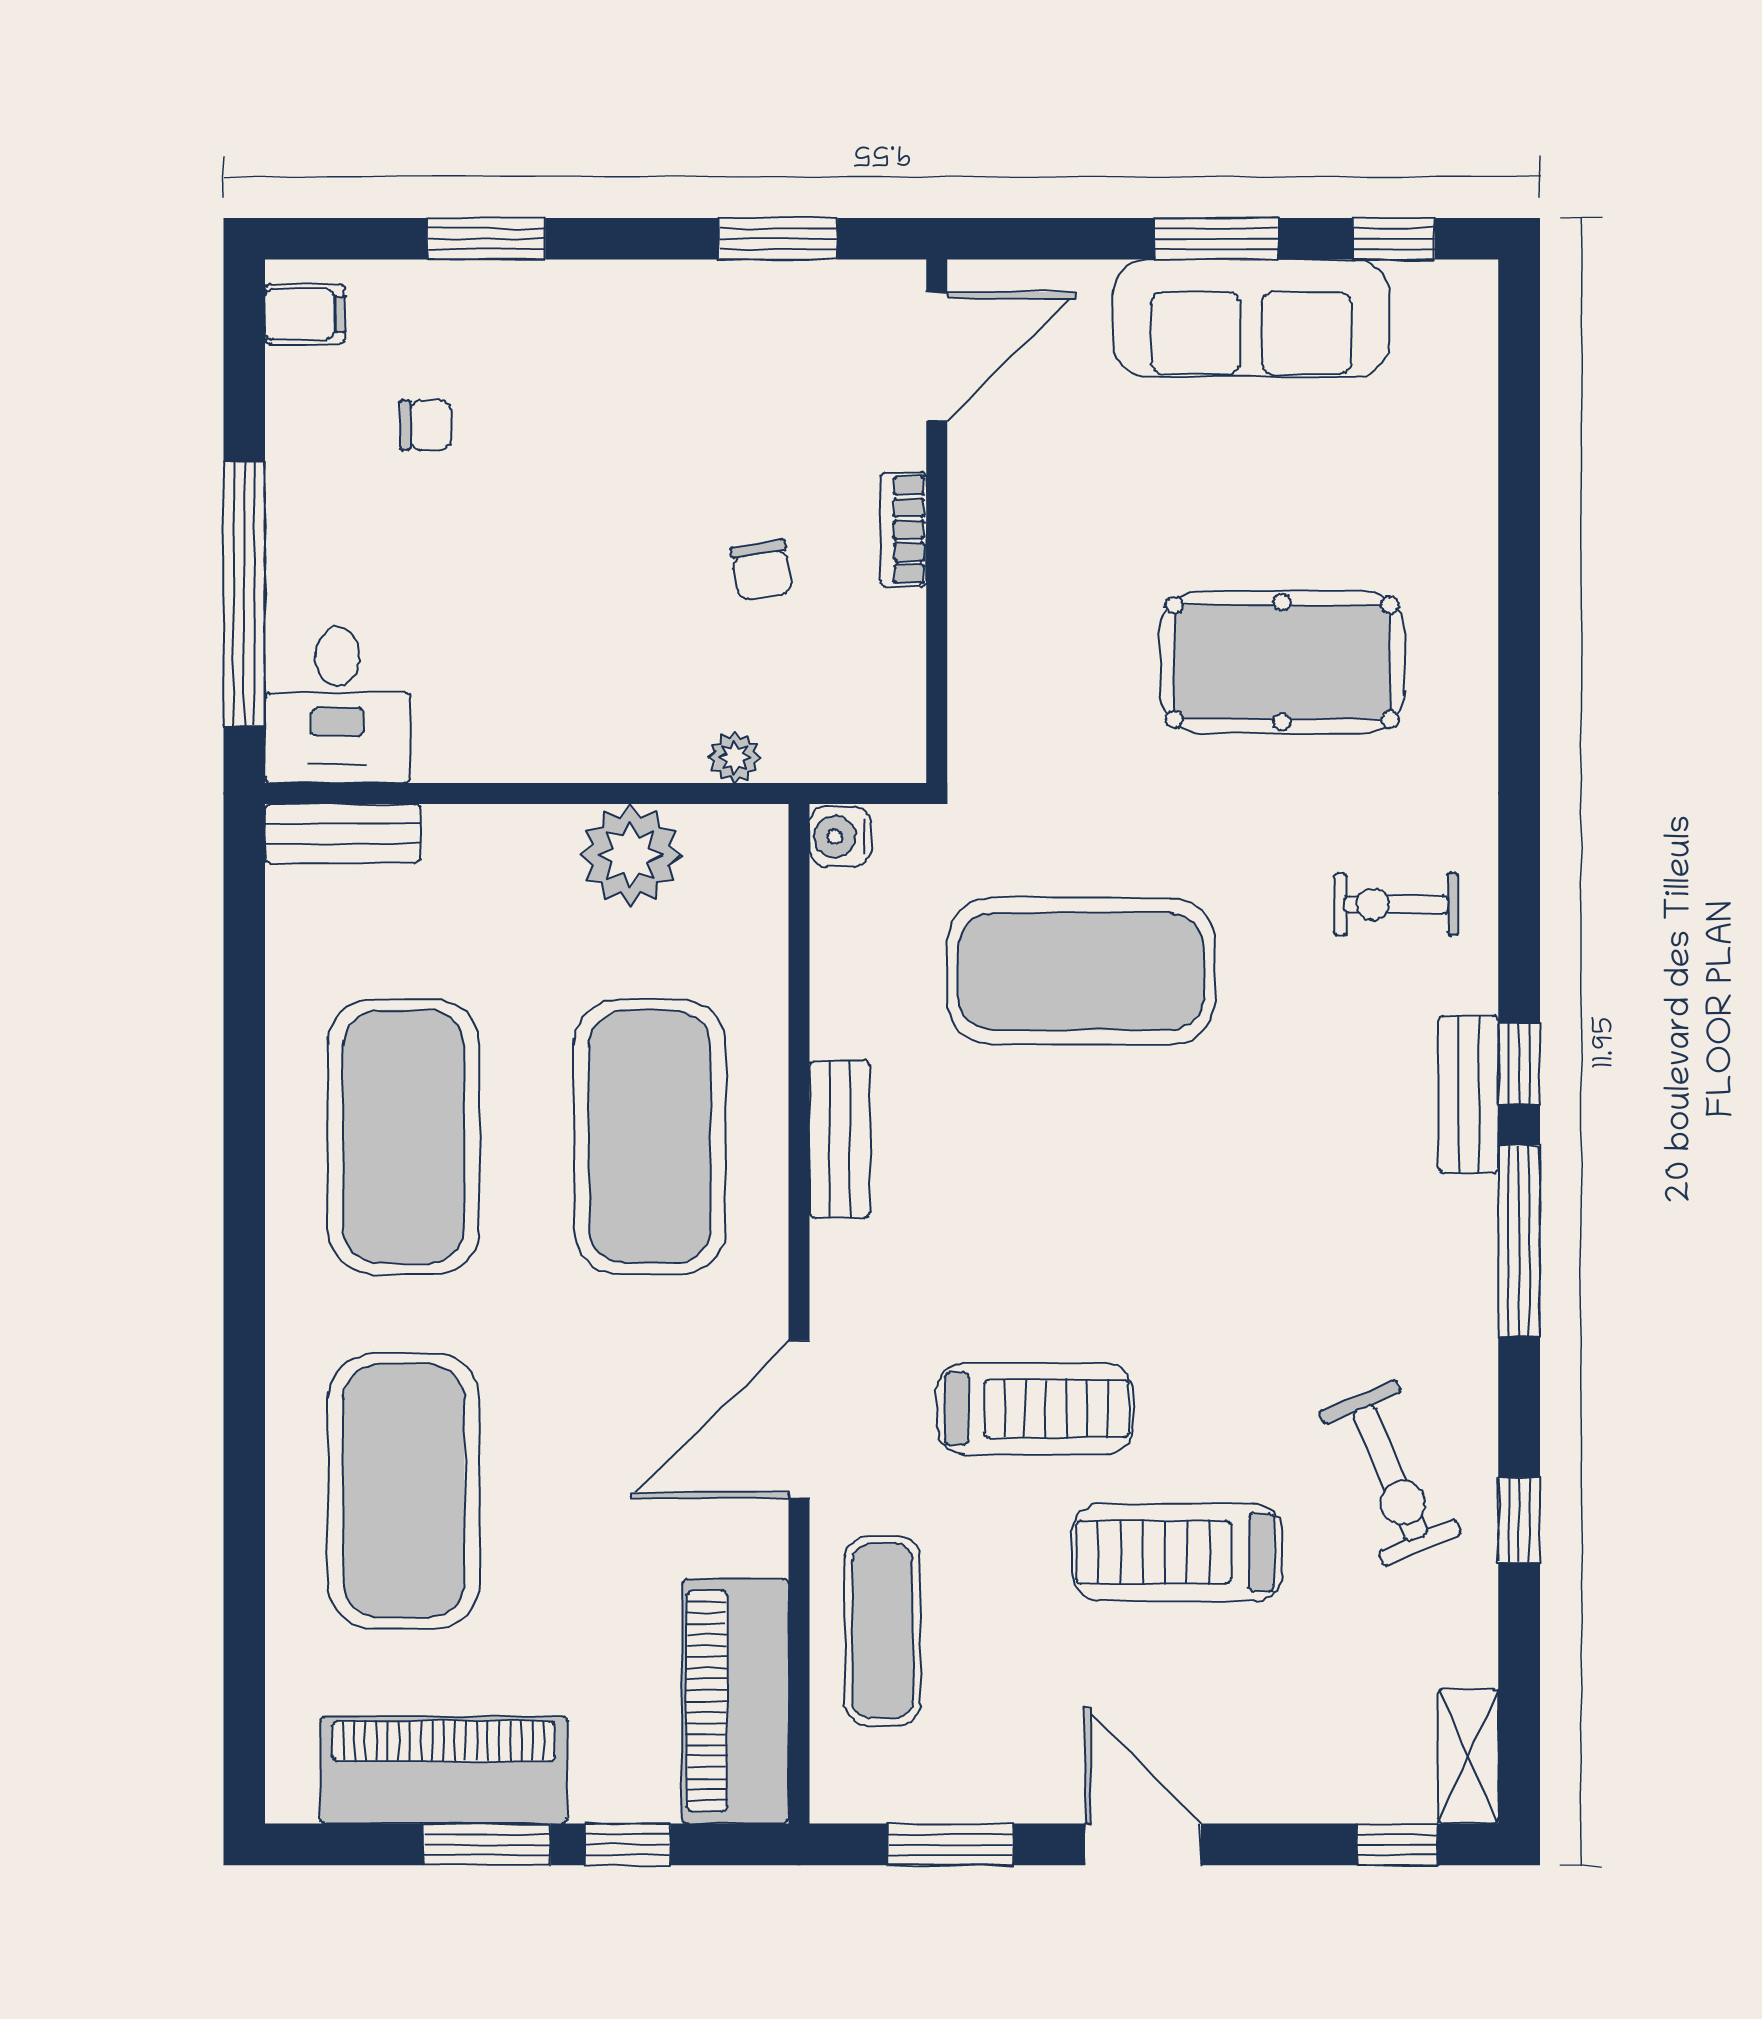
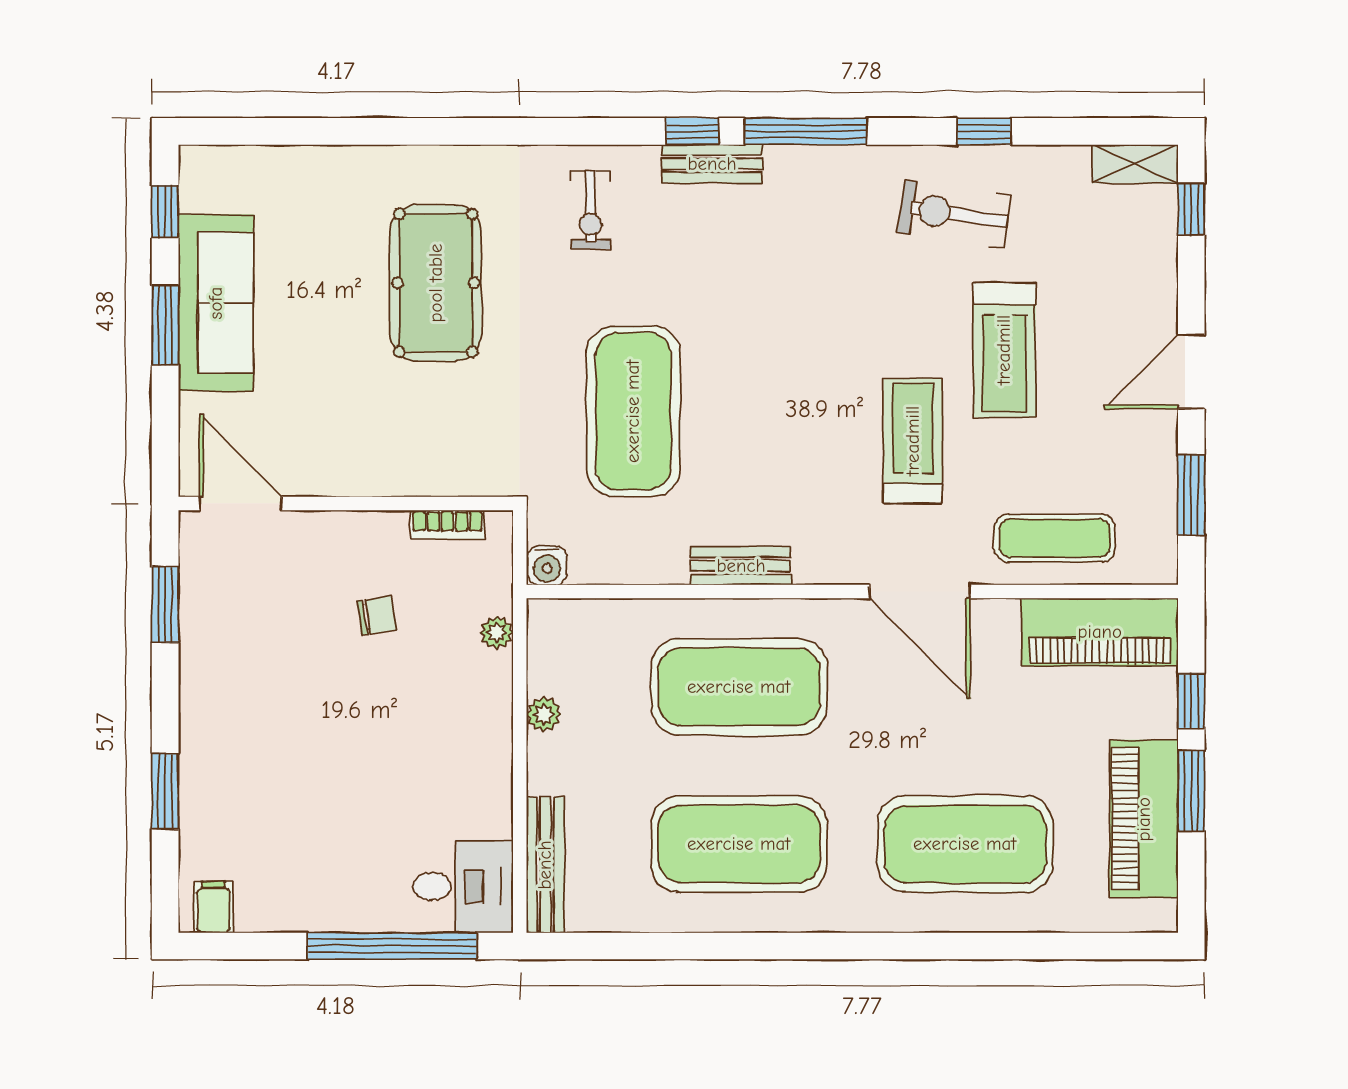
chair: (426, 425) -> (284, 830), removed
bookcase: (903, 530) -> (447, 525), moved
bench: (343, 833) -> (545, 865), width x1.36
plant: (631, 855) -> (544, 714), width x0.53, depth x0.53
exercise bike: (1390, 1473) -> (954, 214), turned -149

